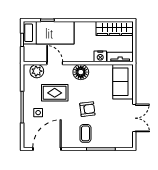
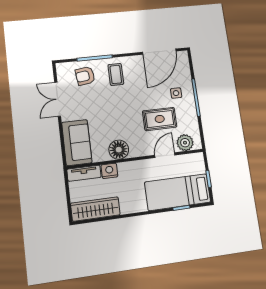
door: (55, 63) -> (165, 155), swing flipped
floor lamp: (81, 72) -> (119, 150), moved
armchair: (87, 109) -> (85, 76), moved

